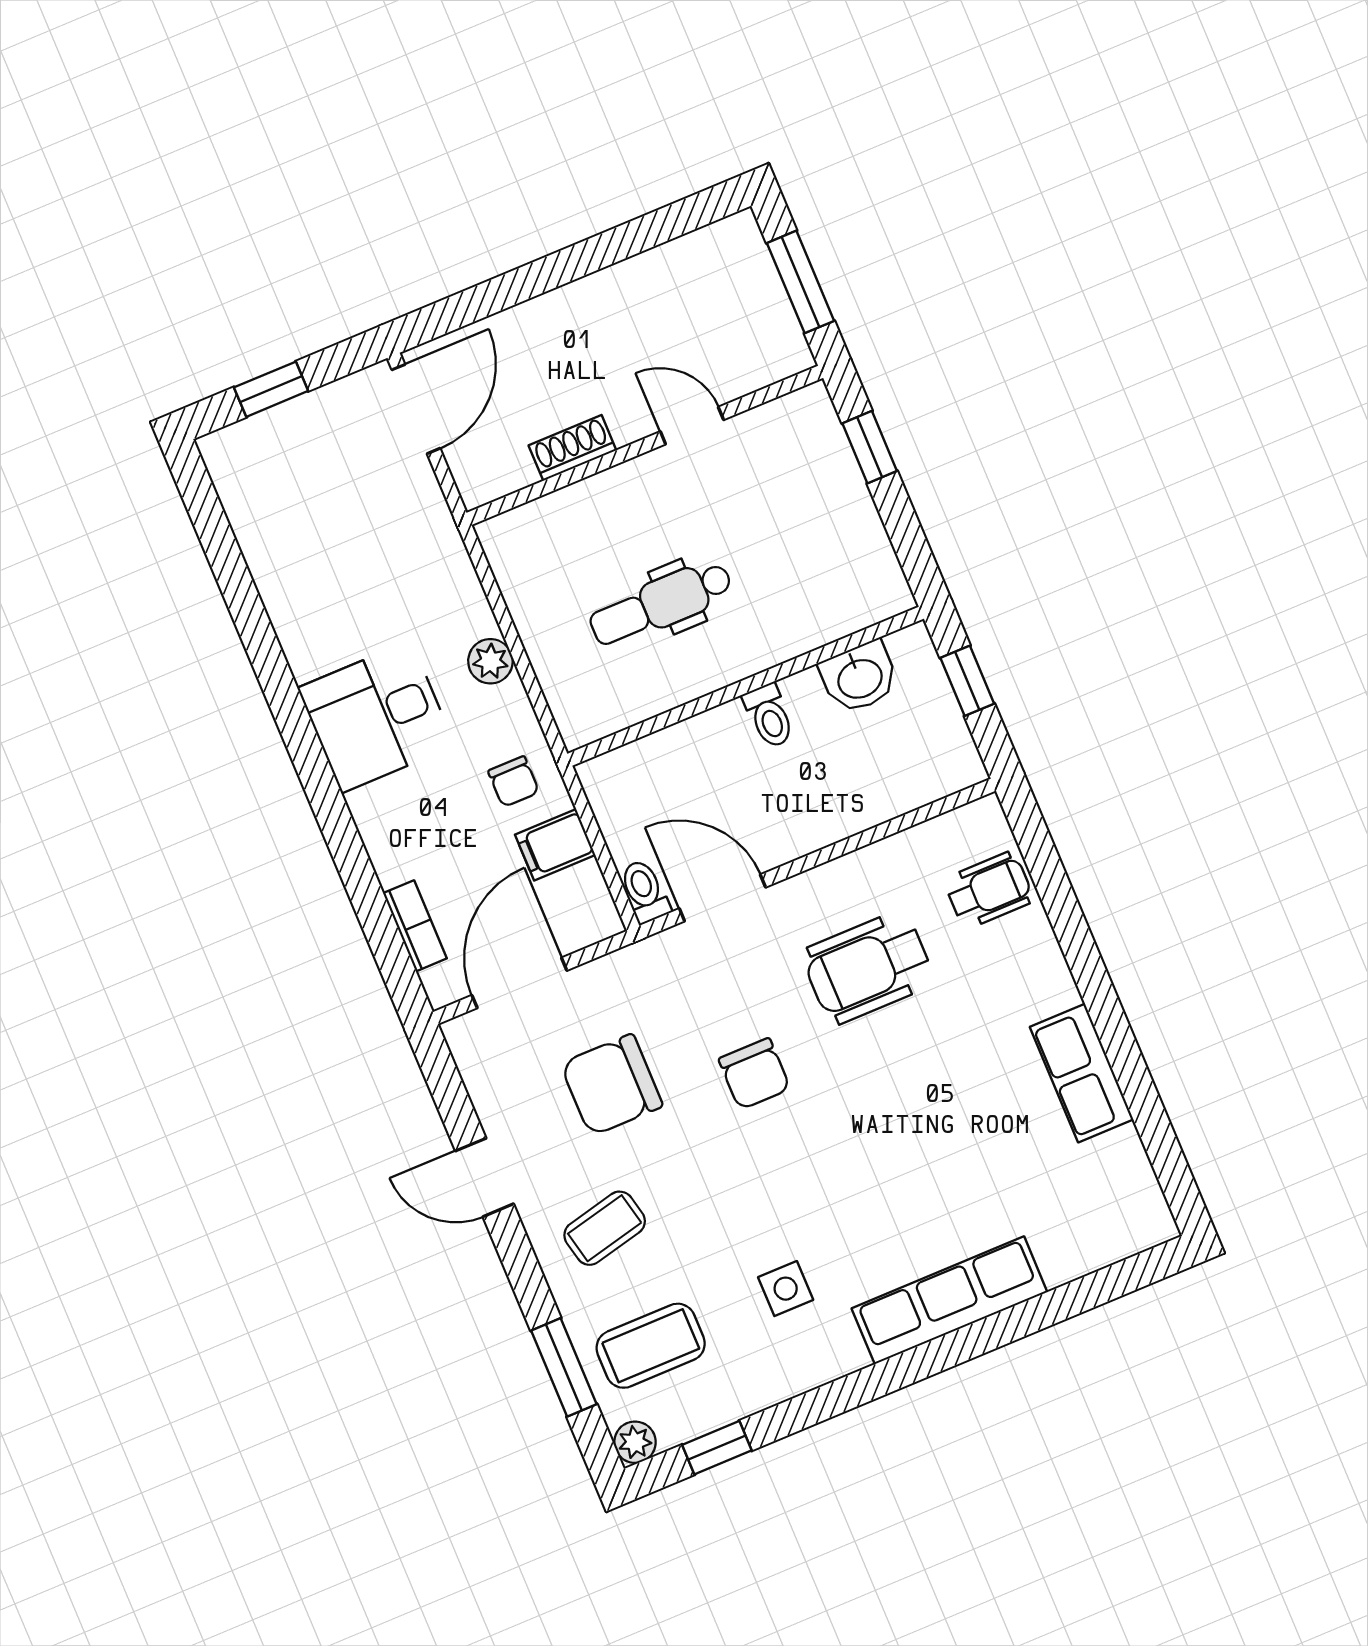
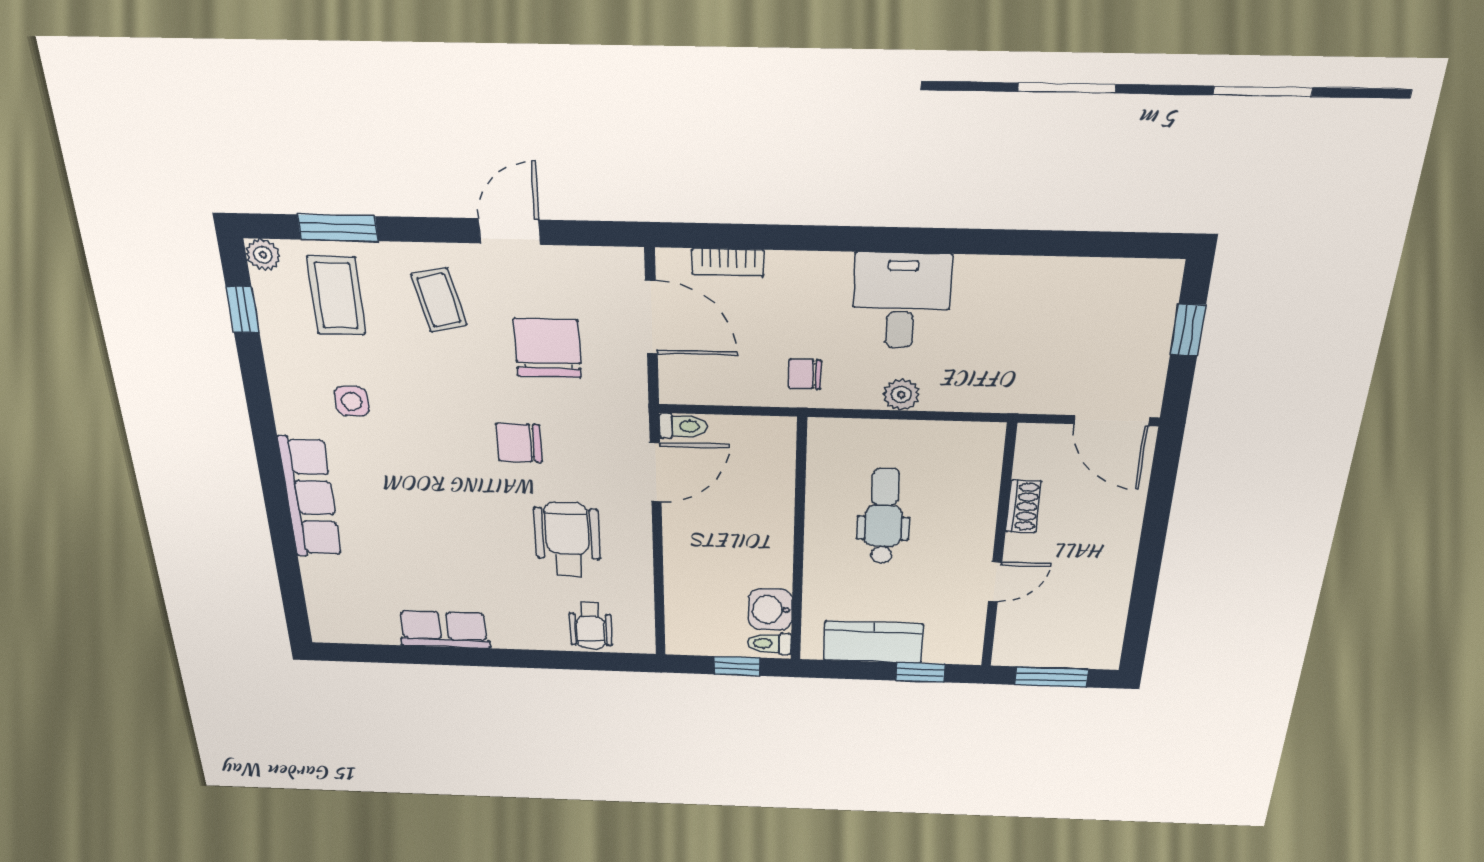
kitchen counter: (850, 529) -> (873, 642), added
toilet: (769, 716) -> (769, 643), moved
filing cabinet: (555, 845) -> (744, 383), removed

